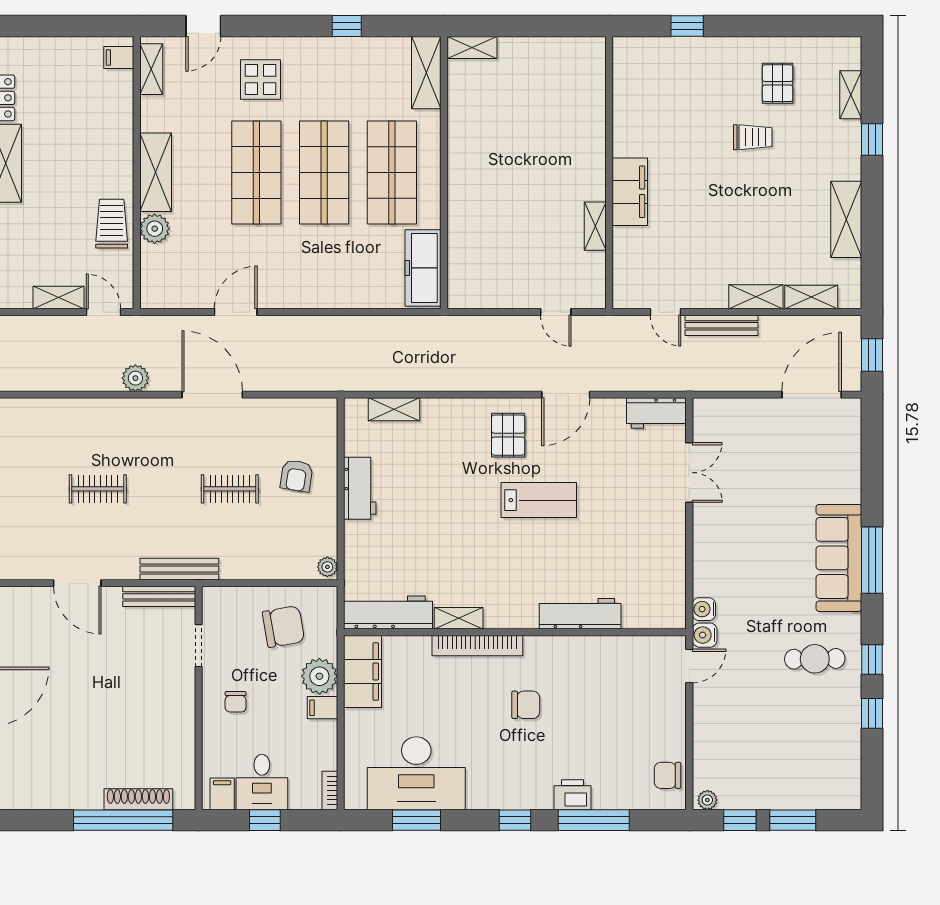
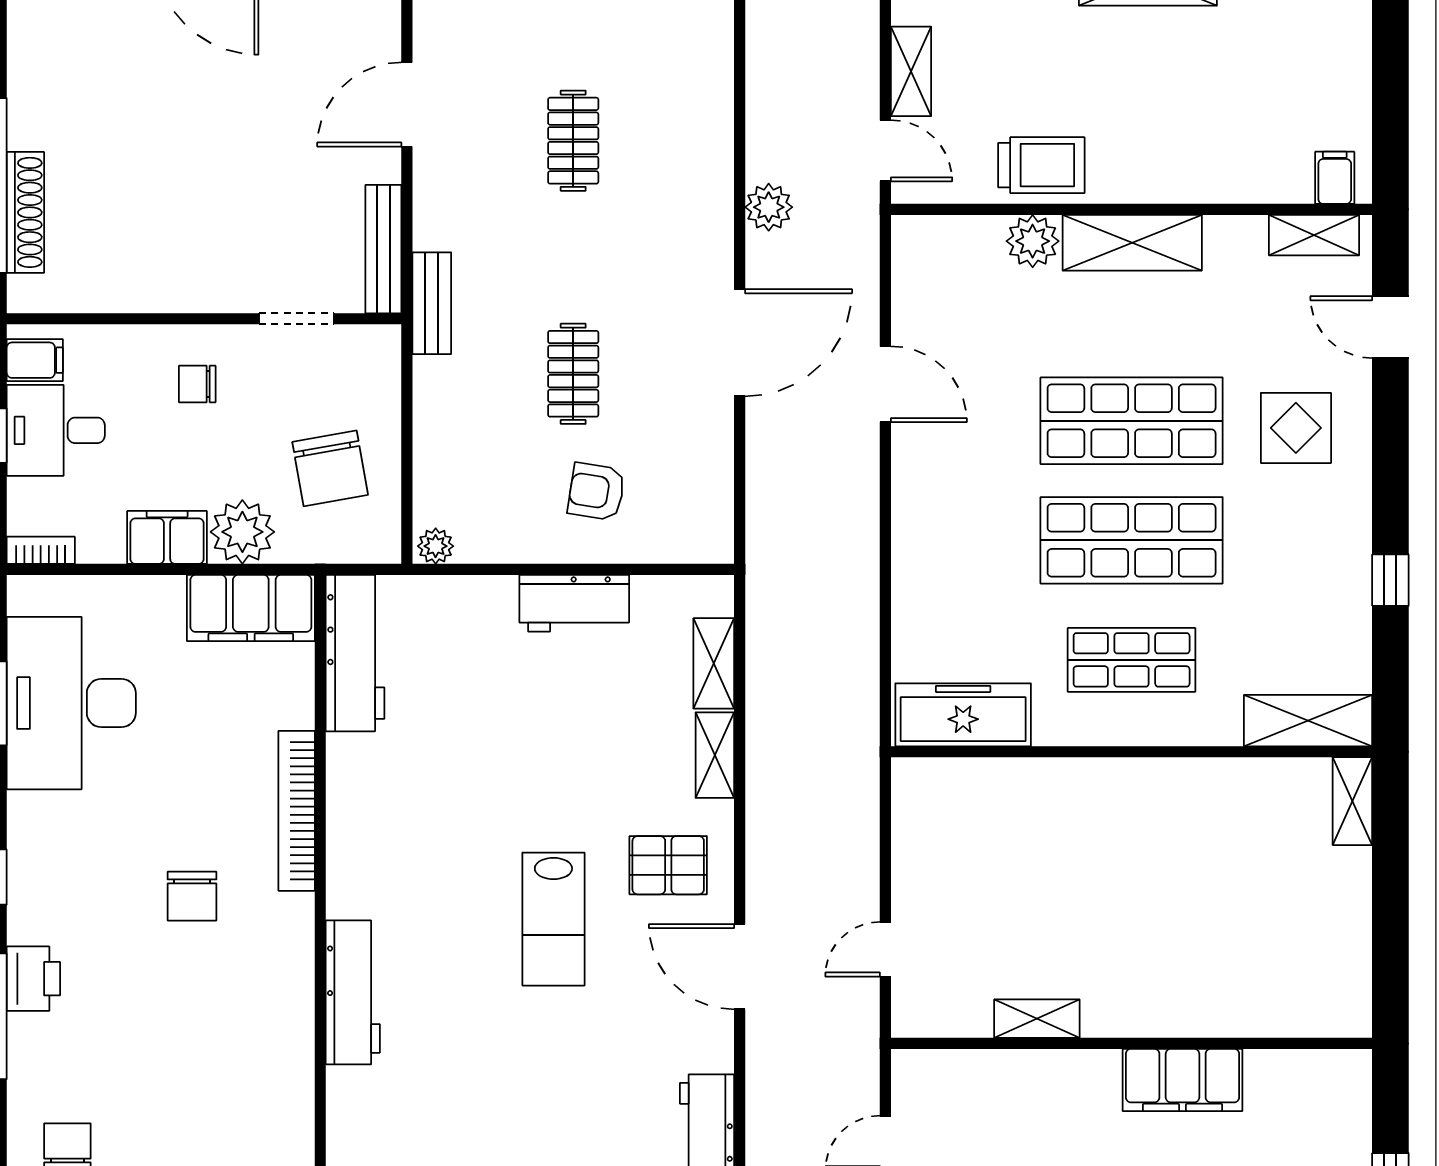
shop shelf: (392, 173) -> (1132, 660), width x0.70, depth x0.74
filing cabinet: (630, 192) -> (1182, 1080), moved
door: (103, 312) -> (885, 151), hinge flipped
bench: (179, 569) -> (432, 303), width x0.73
shelving: (459, 618) -> (715, 755), moved
filing cabinet: (323, 708) -> (167, 537), width x2.00

